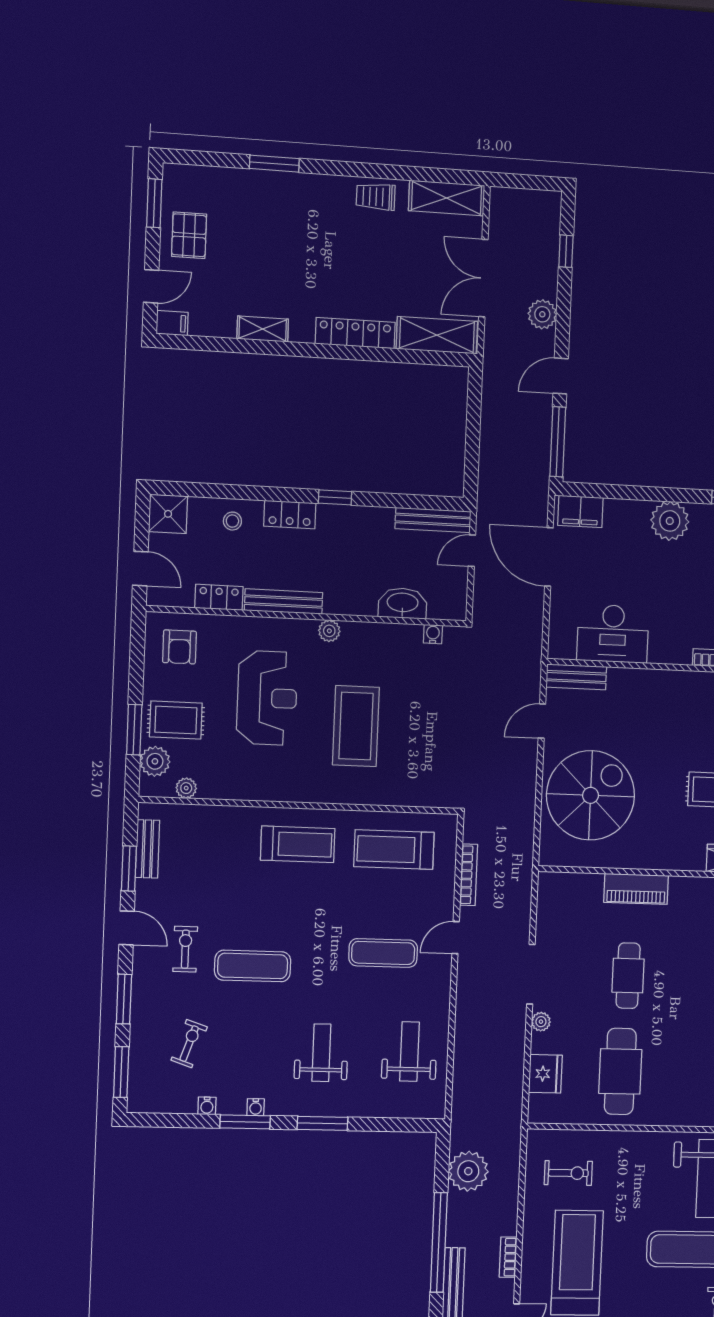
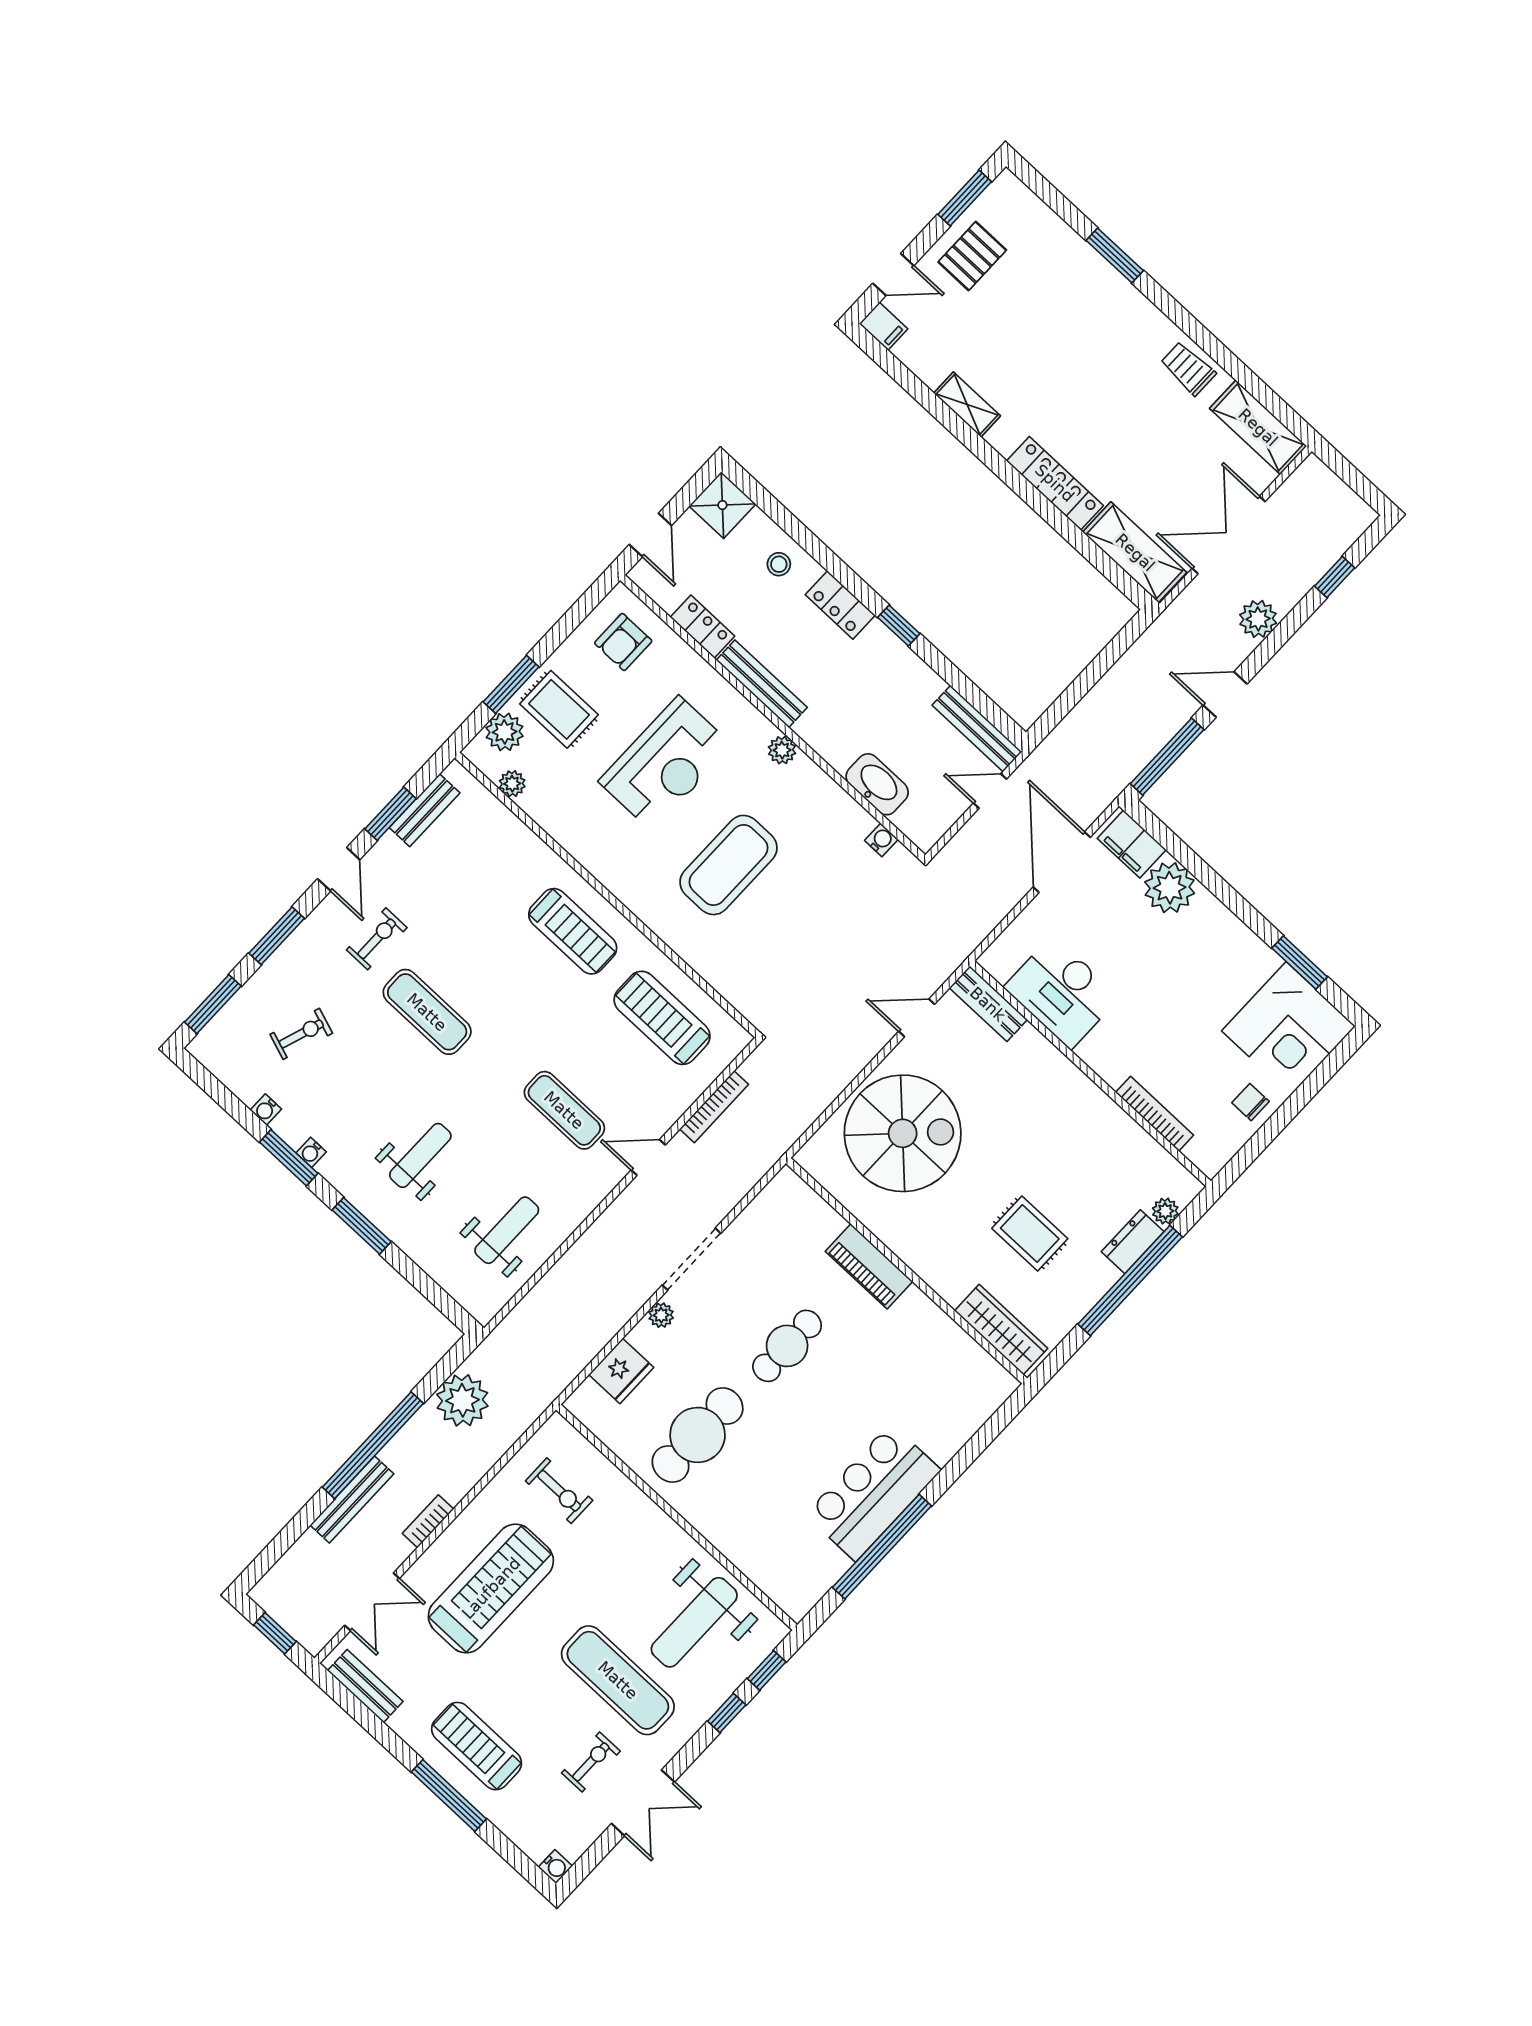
plant: (670, 521) -> (1170, 888), moved

